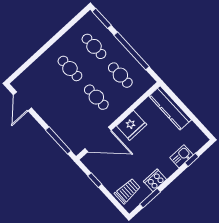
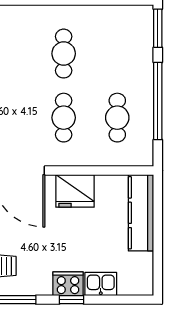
cafe table: (94, 46) -> (117, 54), removed
window: (192, 160) -> (72, 300), moved
cooker: (155, 180) -> (68, 284), moved

